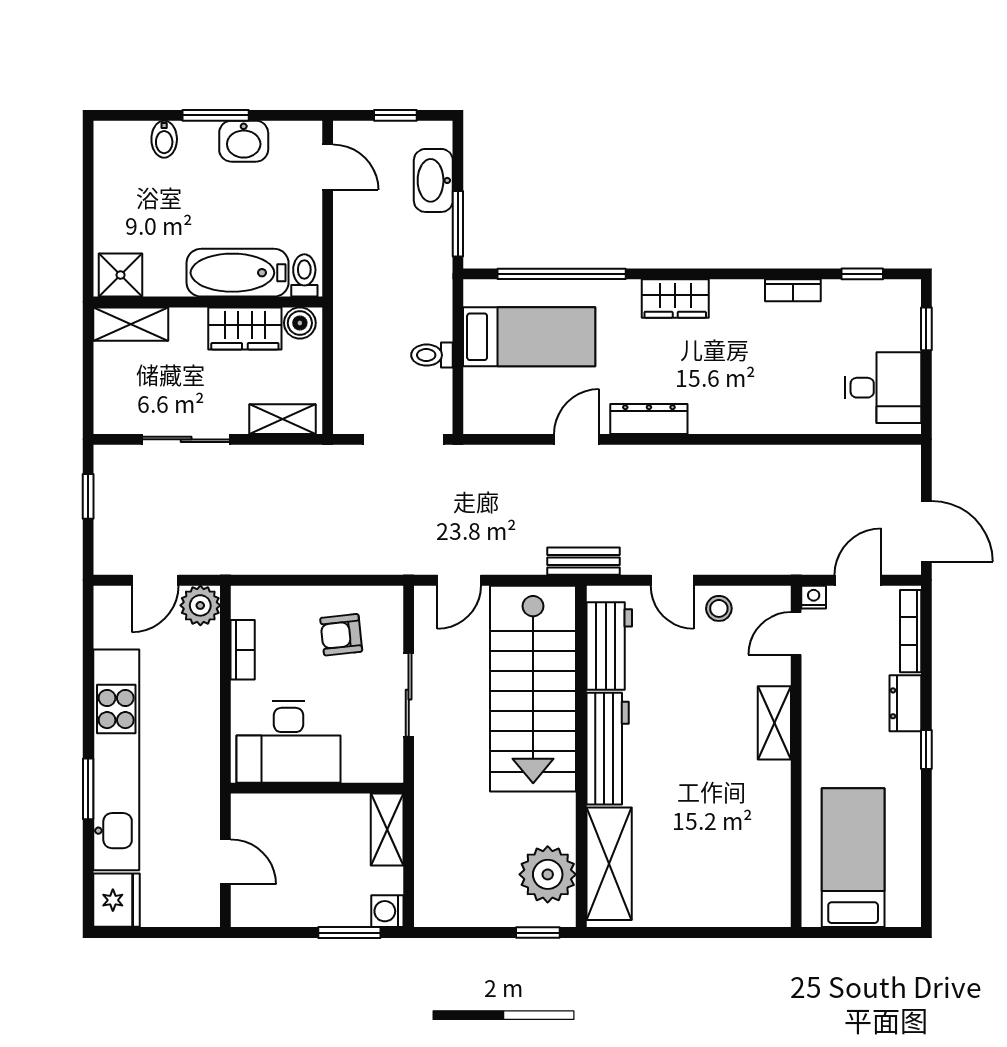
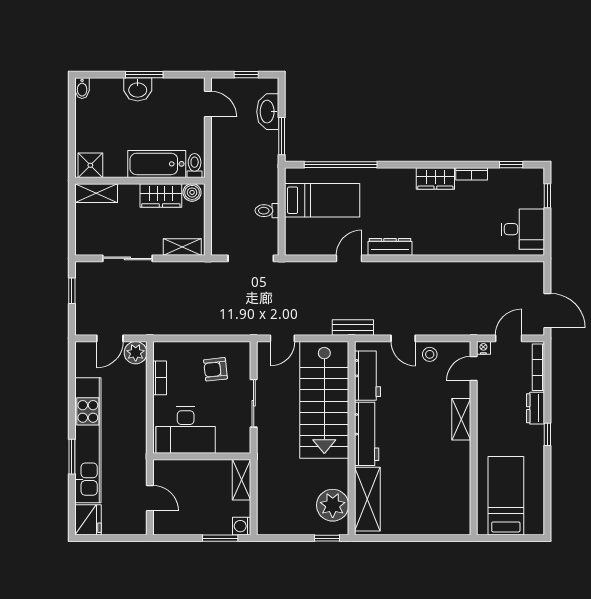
bidet: (164, 139) -> (82, 88), moved
washbasin: (244, 141) -> (138, 89), moved
wardrobe: (675, 298) -> (435, 179), moved

